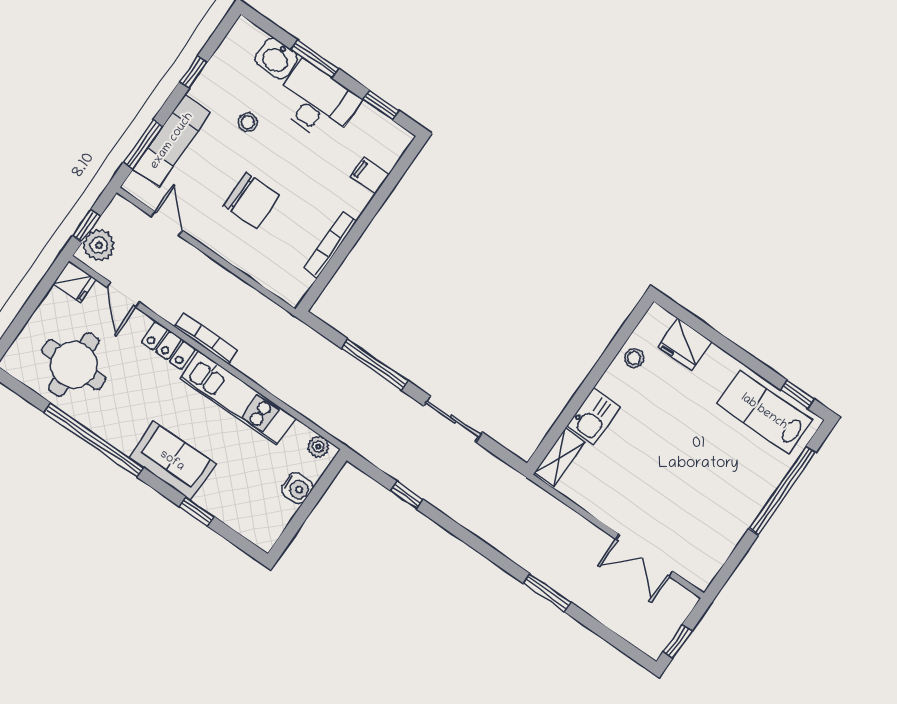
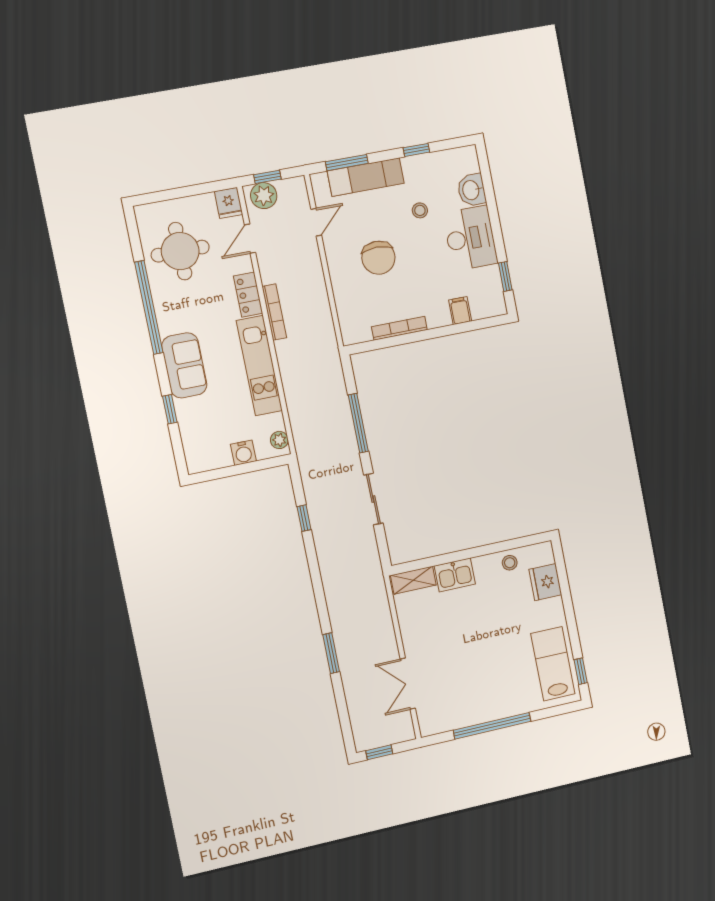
window: (315, 59) -> (493, 212), removed
window: (782, 490) -> (492, 726), moved

